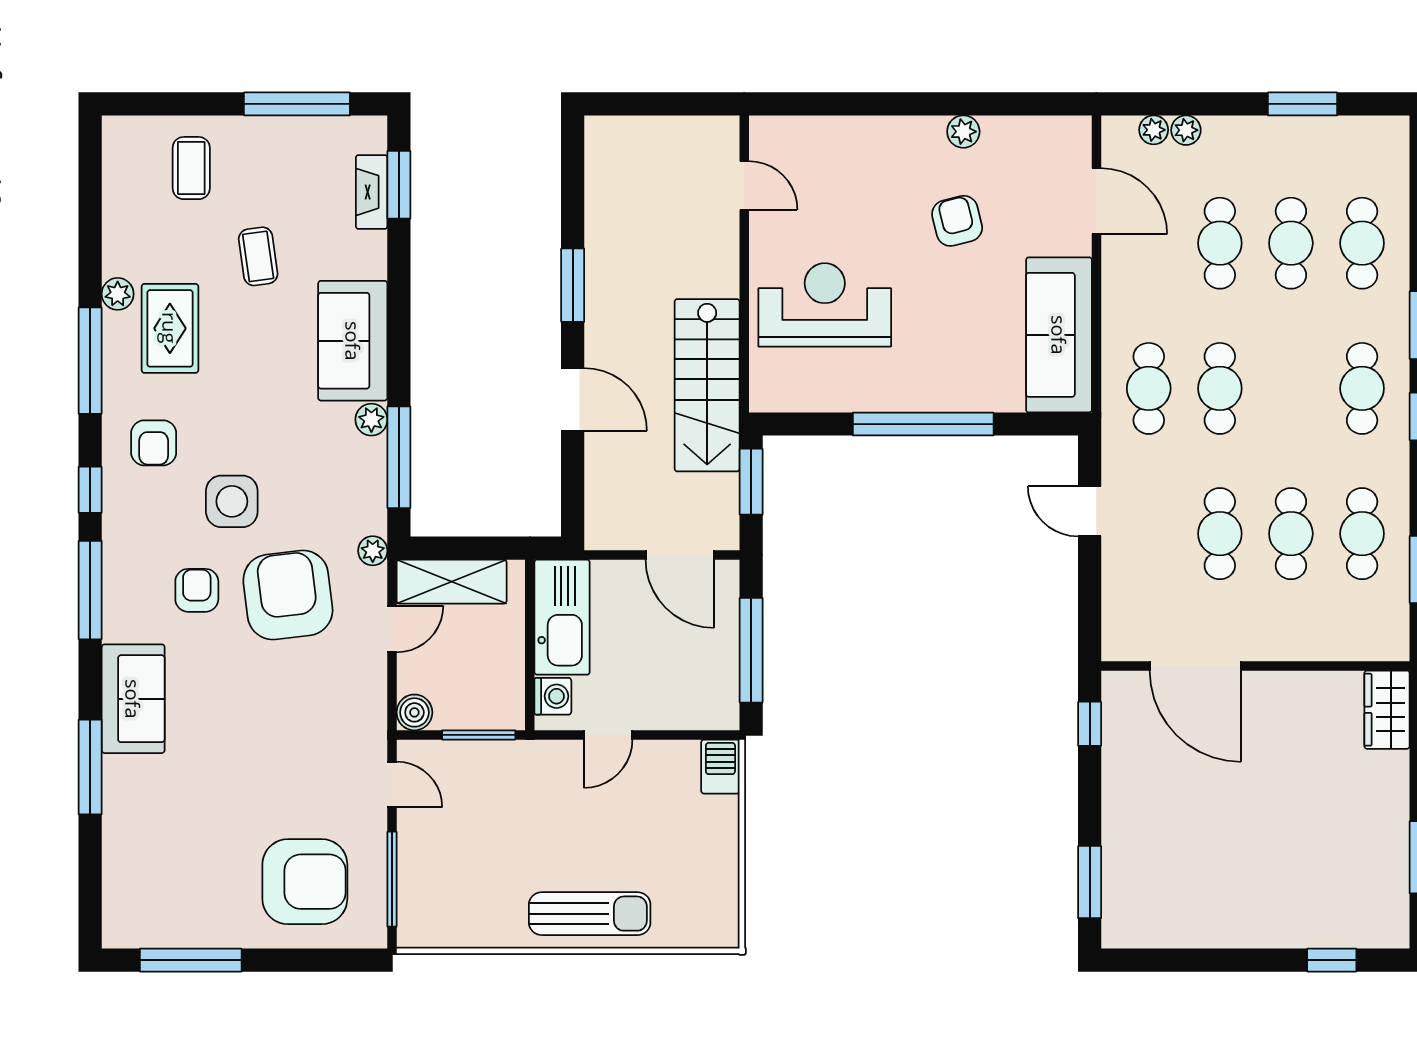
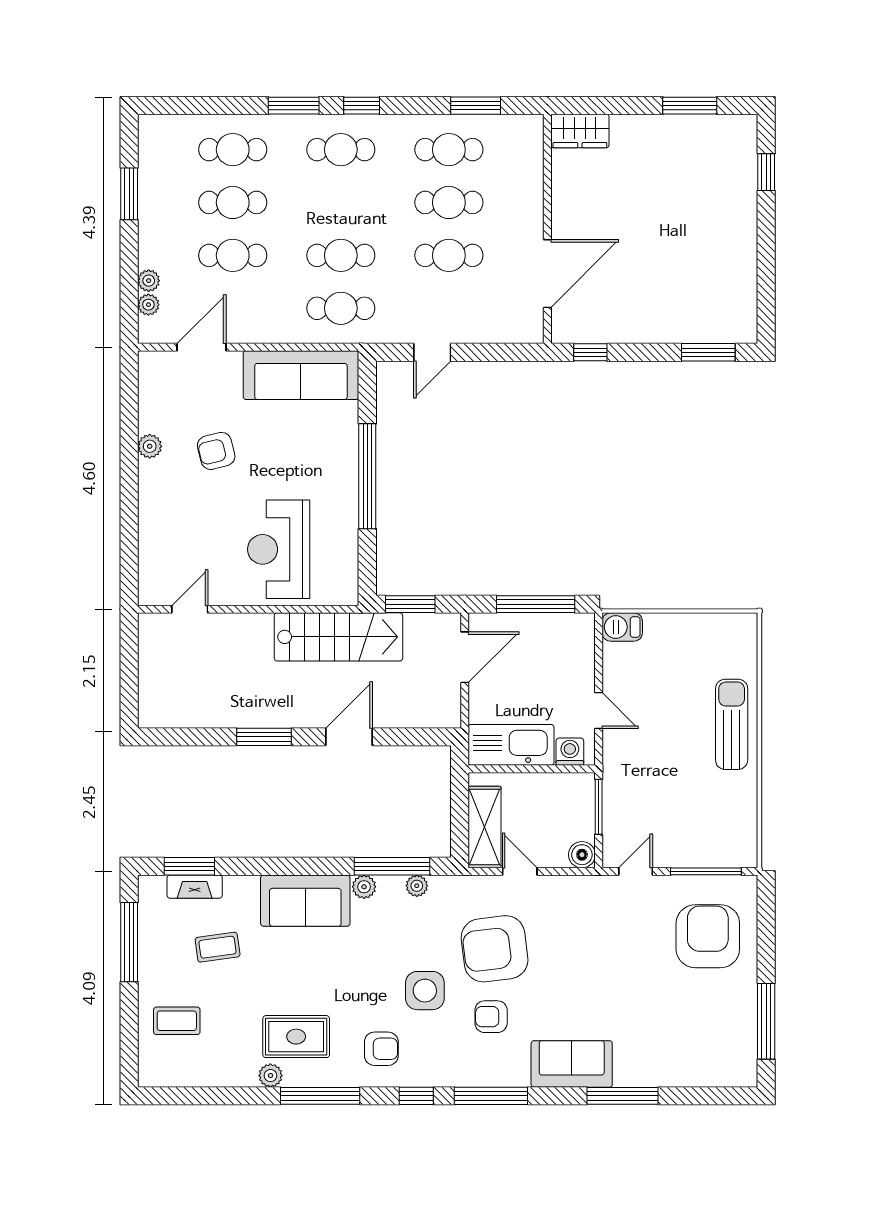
coffee table: (258, 256) -> (218, 947), moved
plant: (373, 551) -> (417, 886), moved

